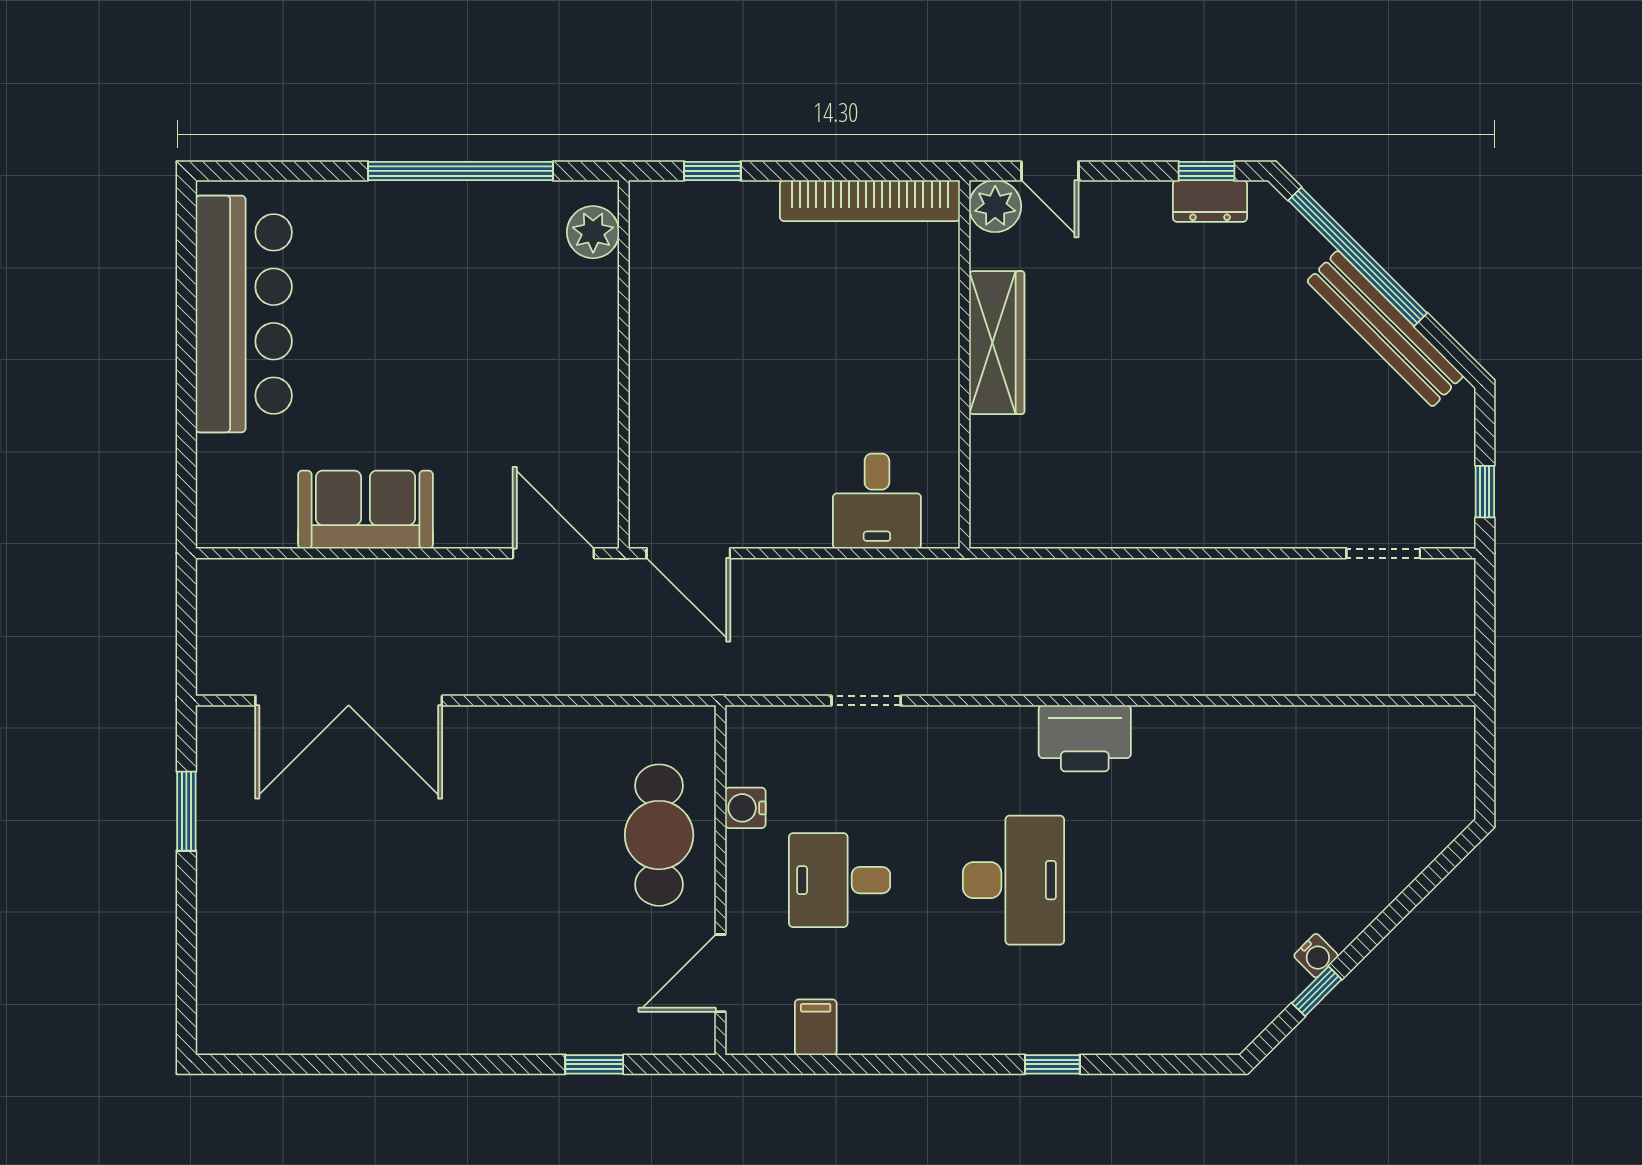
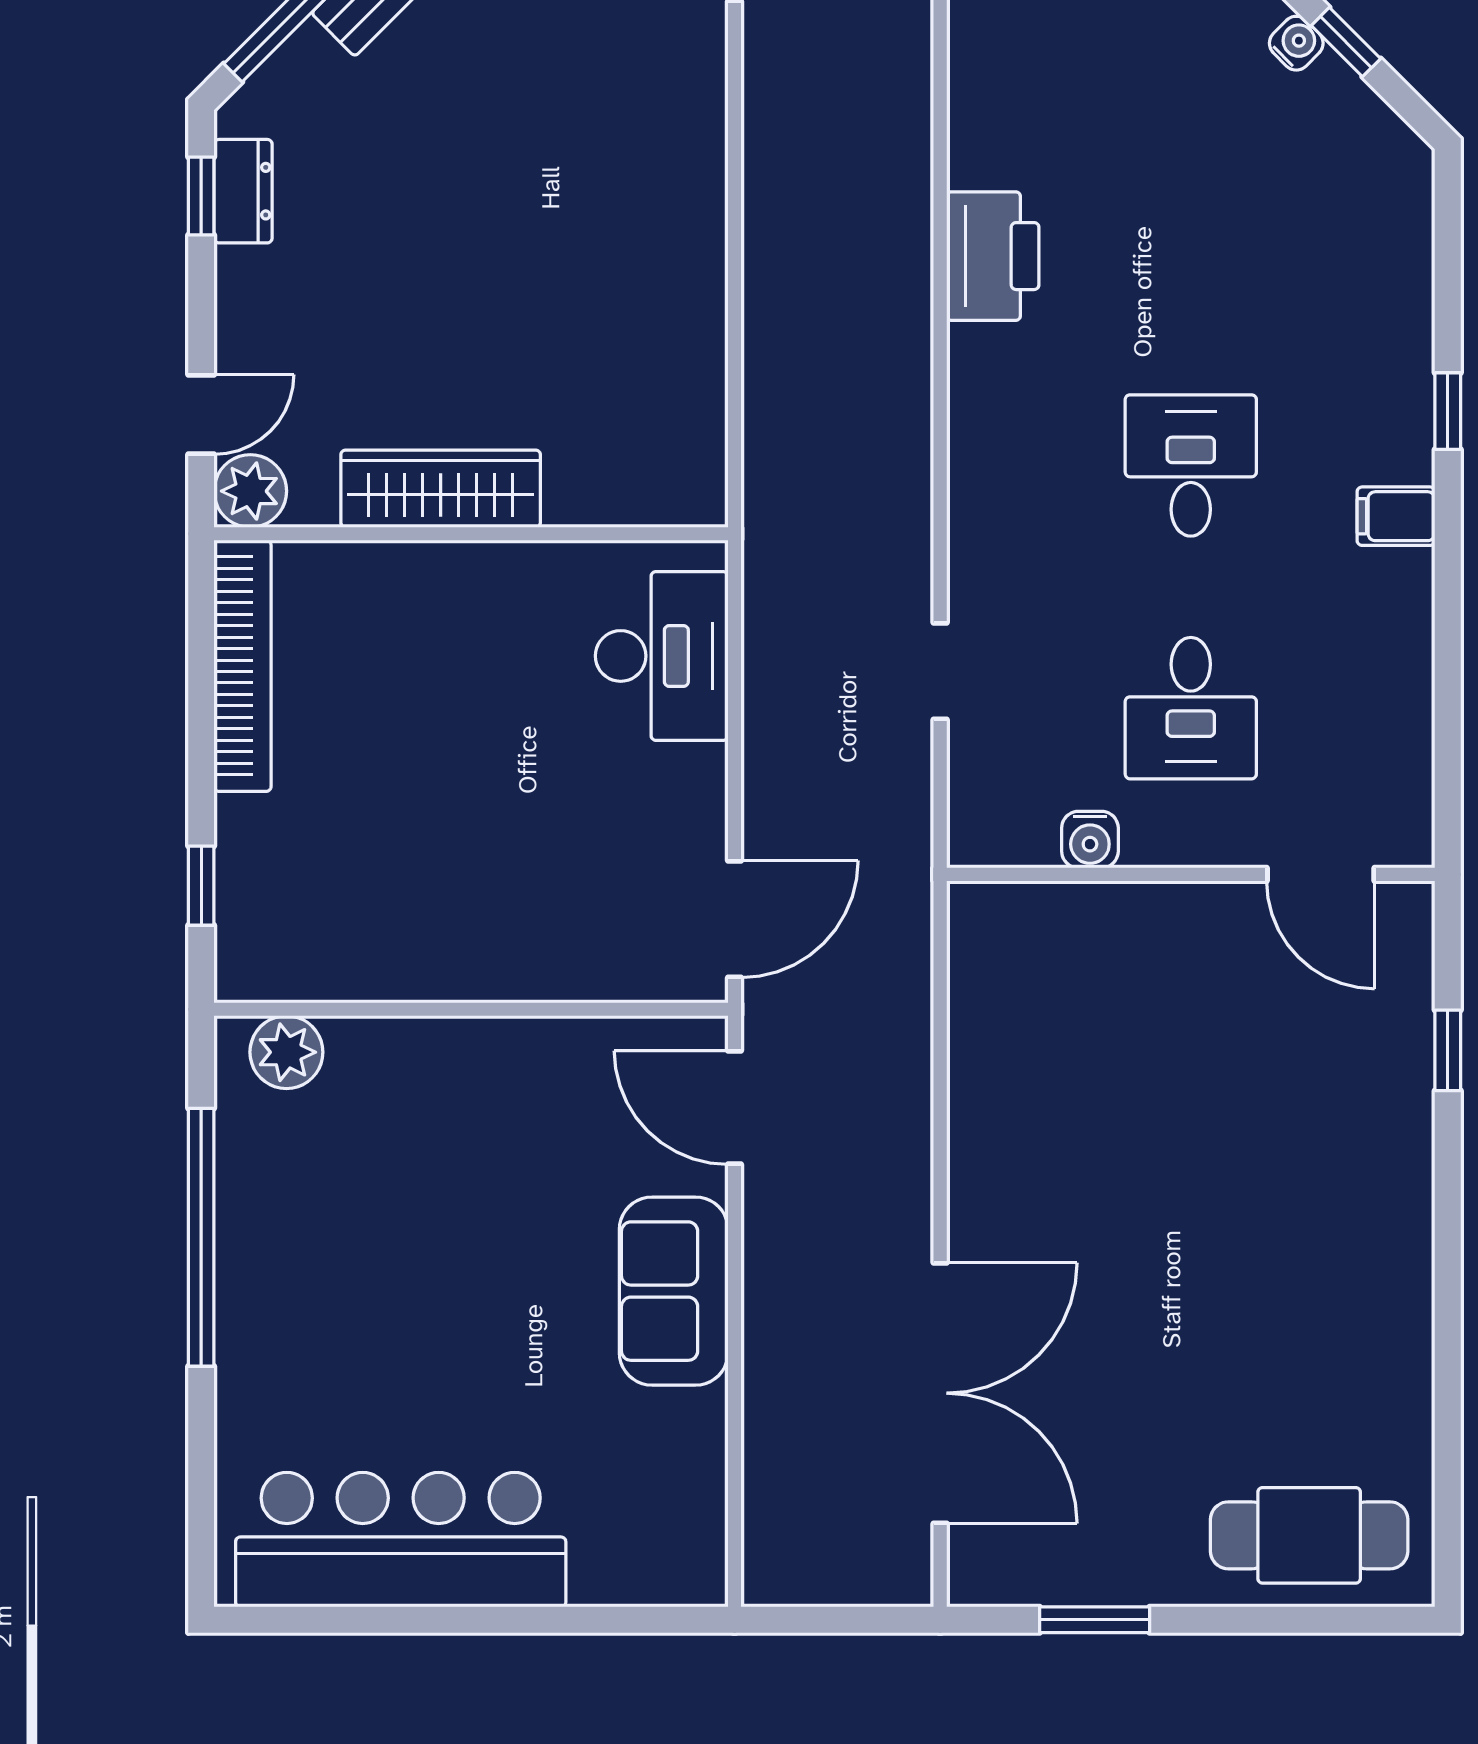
desk: (877, 501) -> (662, 656), width x1.37
sofa: (365, 510) -> (674, 1291), moved
door: (553, 553) -> (735, 1107), hinge flipped
printer: (1085, 738) -> (993, 256), moved
cafe table: (659, 835) -> (1309, 1535), moved
desk: (1013, 880) -> (1191, 465), width x0.73
filing cabinet: (816, 1027) -> (1396, 516), moved

